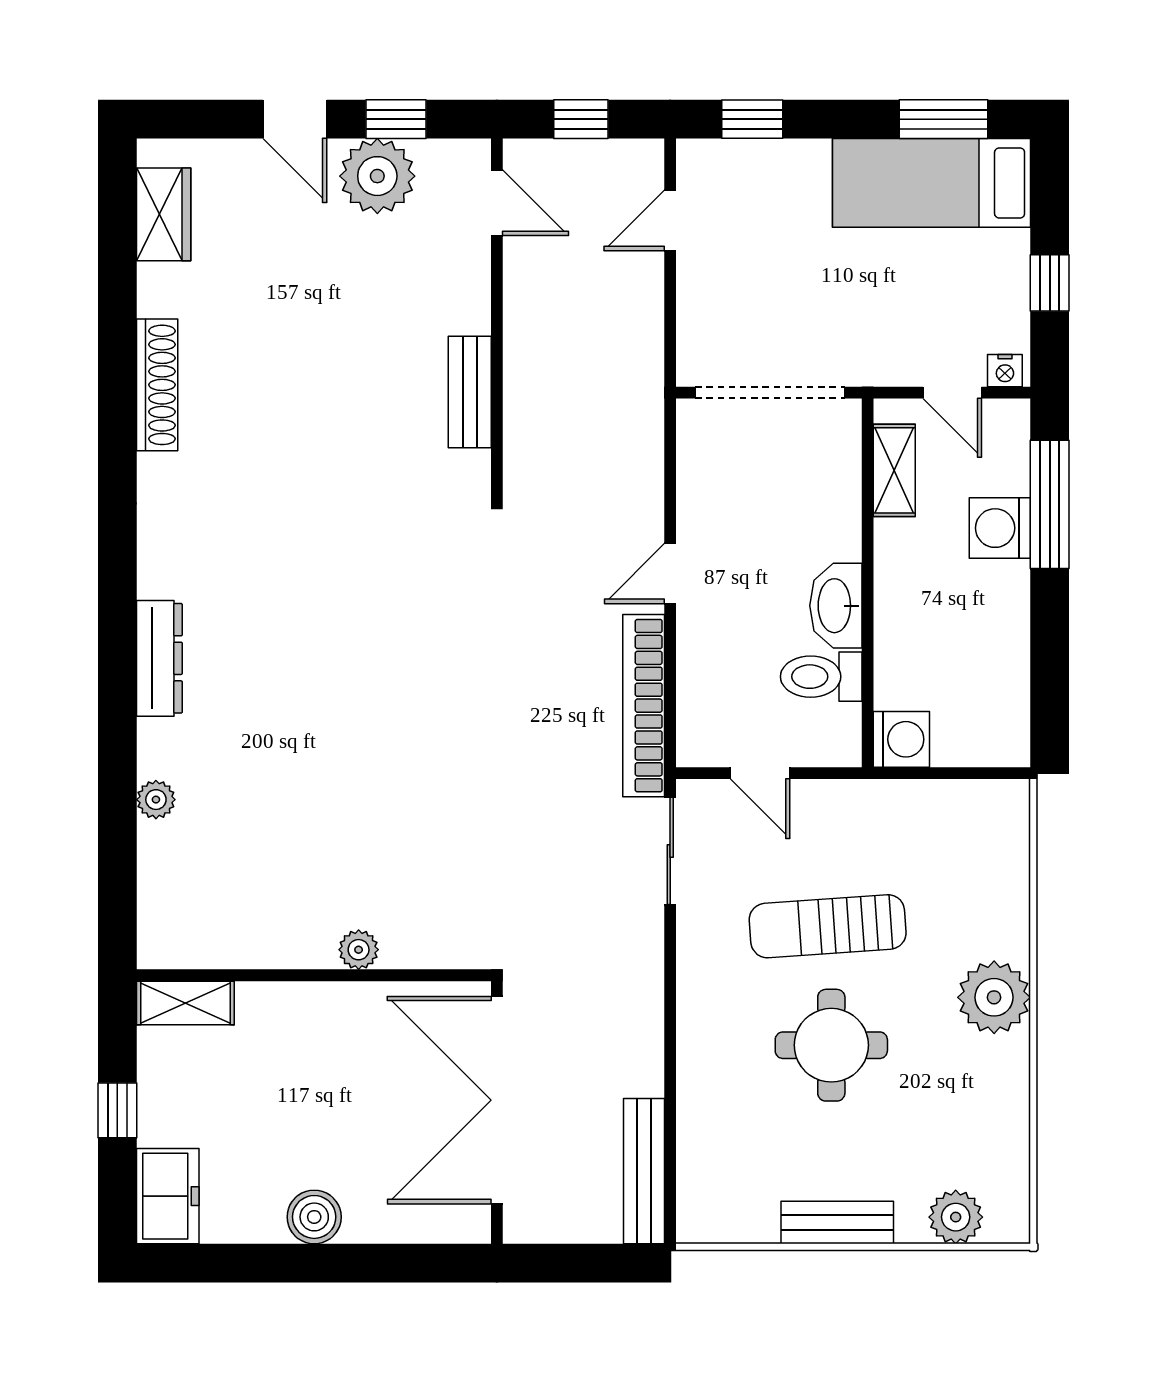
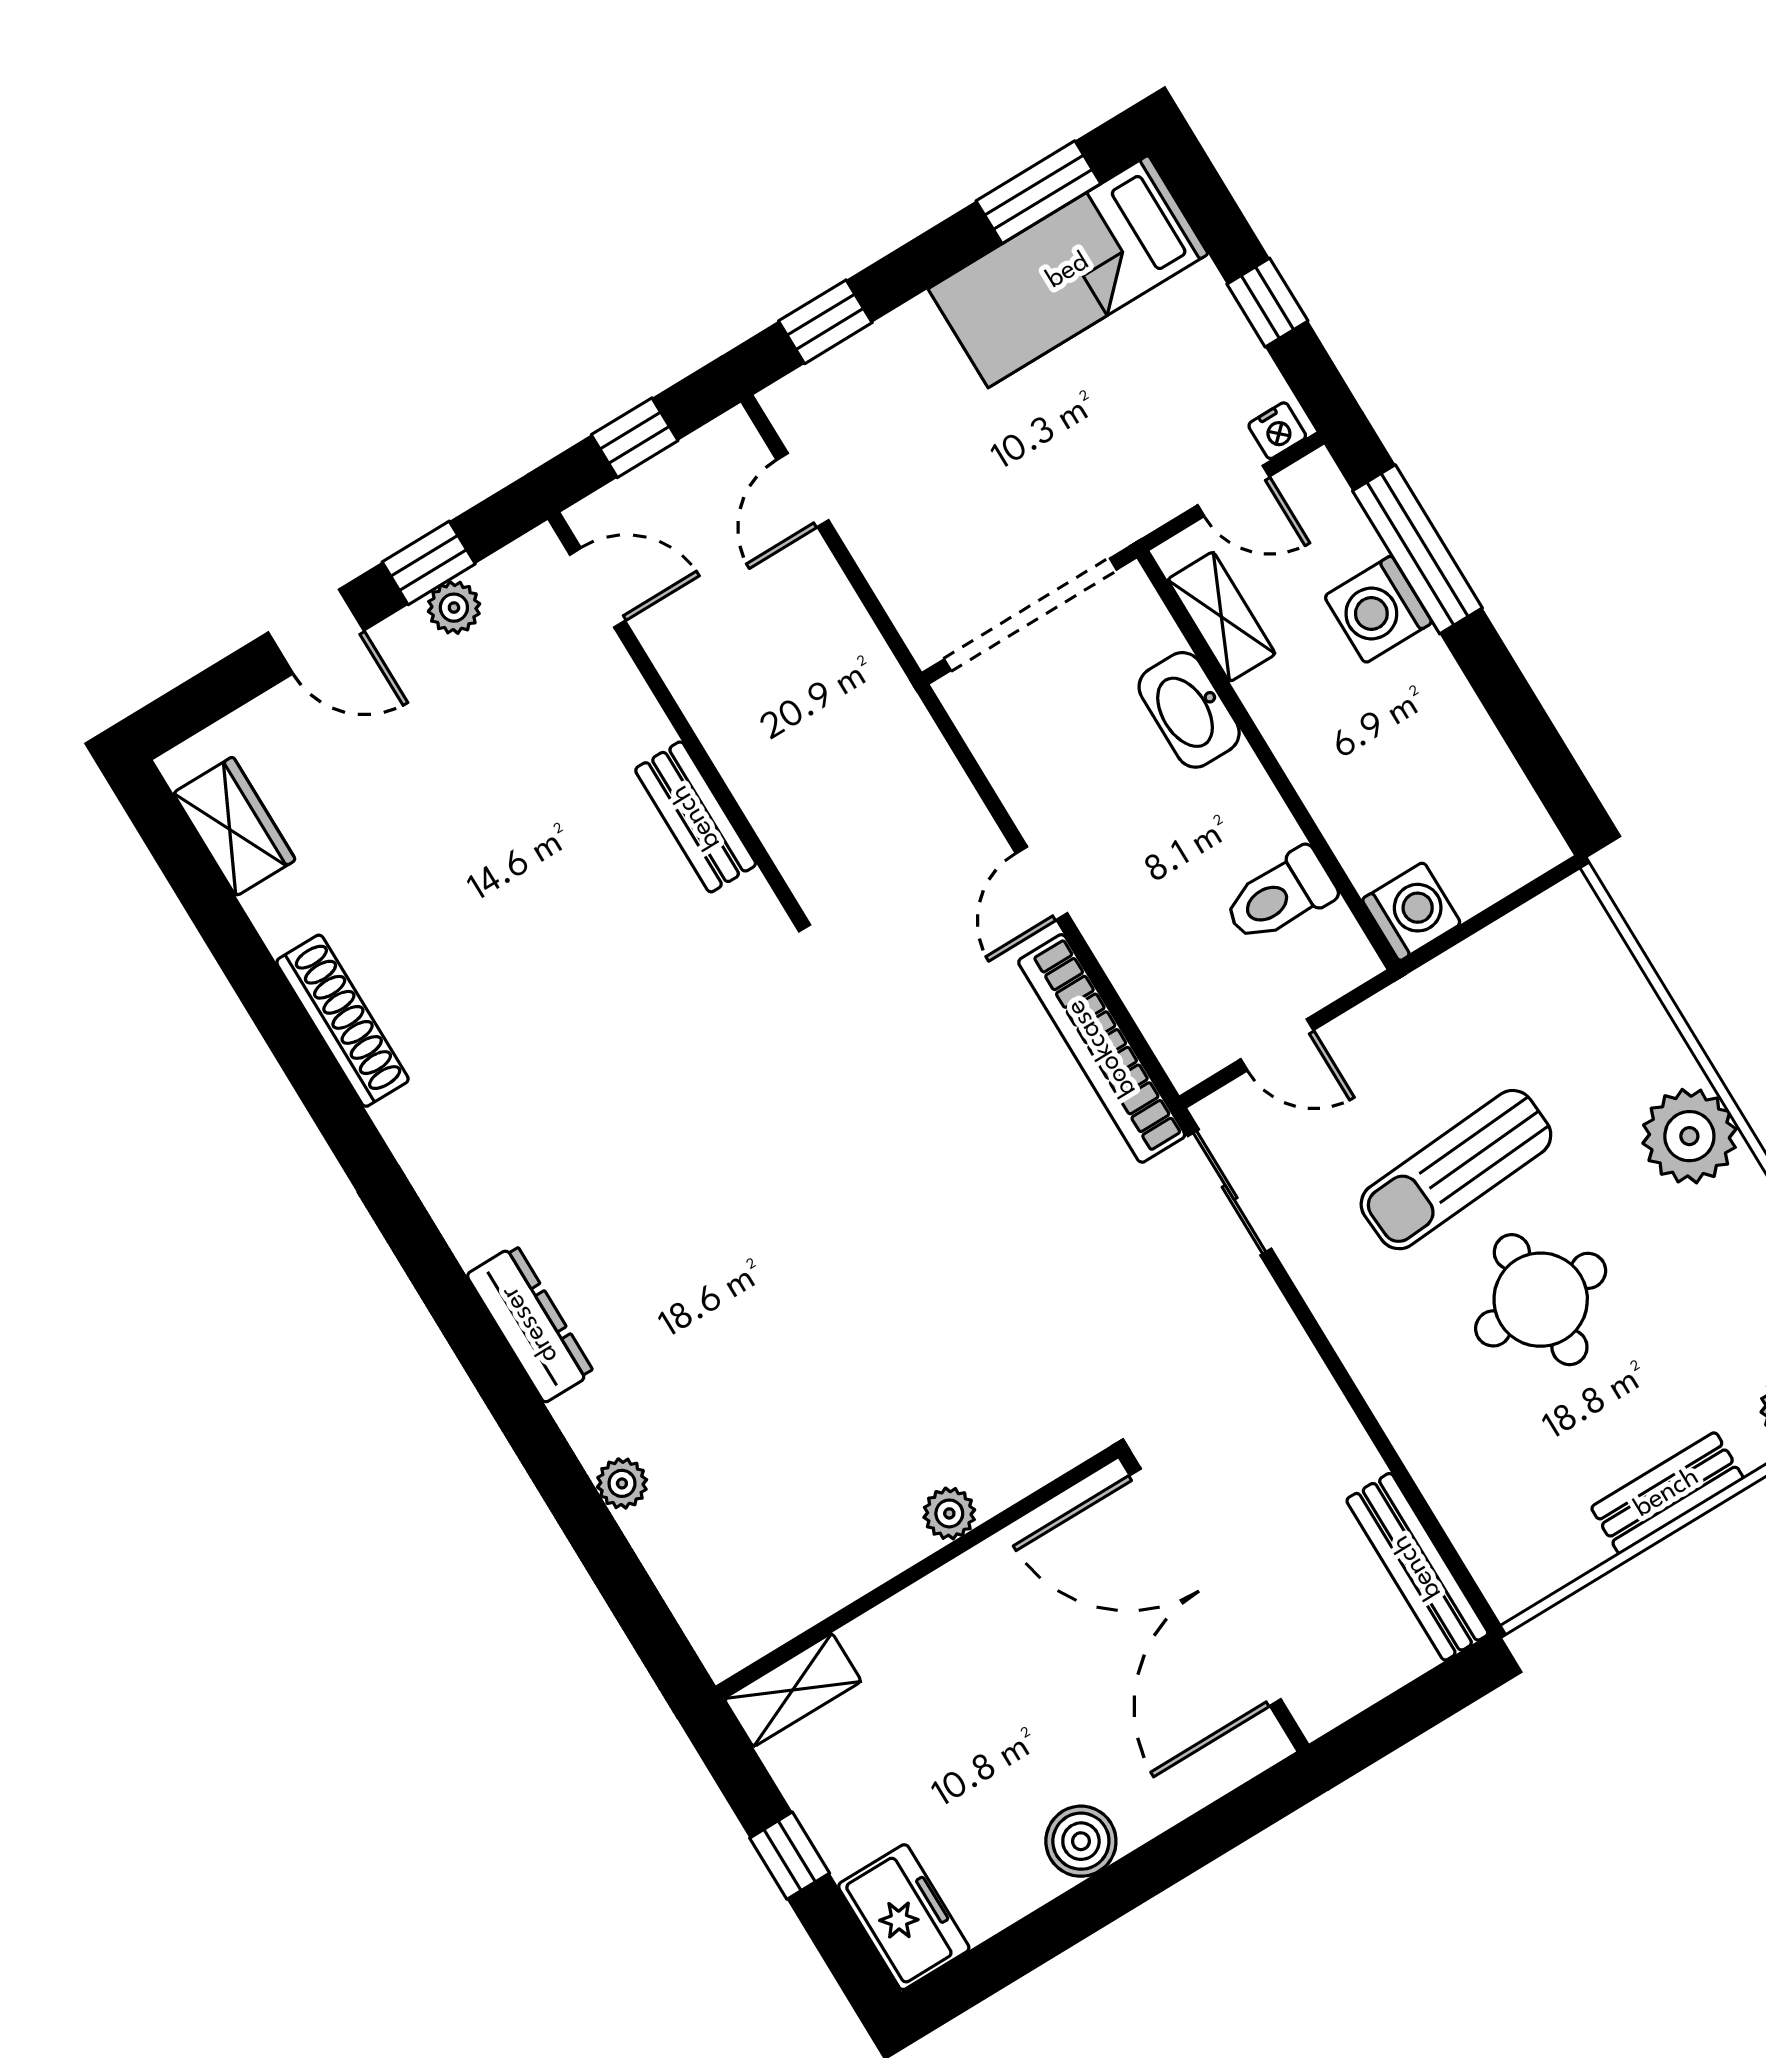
plant: (377, 176) -> (454, 608), width x0.53, depth x0.53
washbasin: (836, 606) -> (1189, 710), moved

